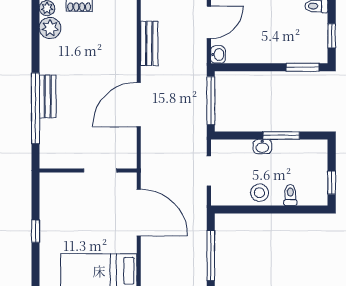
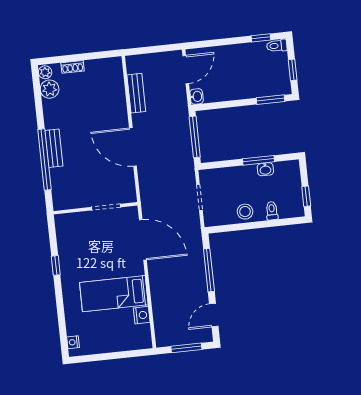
door: (139, 105) -> (133, 147), hinge flipped
washbasin: (262, 147) -> (265, 169), moved

